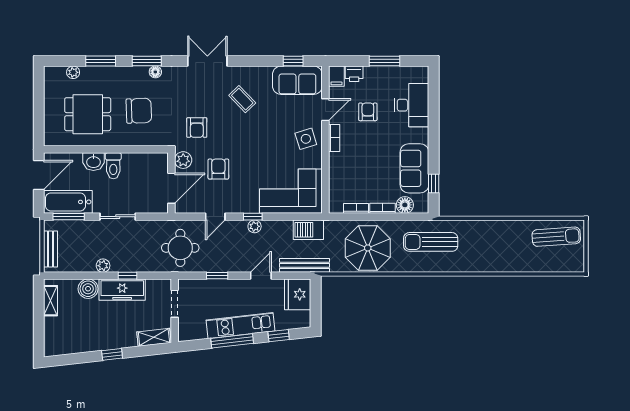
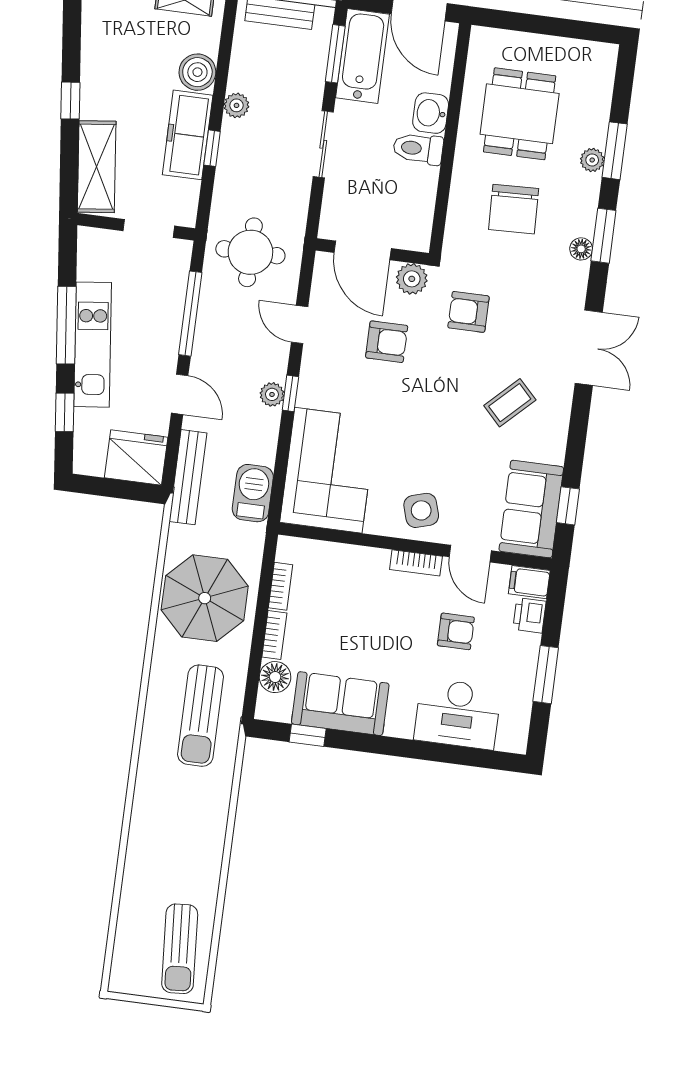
plant: (73, 72) -> (592, 160), moved
sun lounger: (431, 242) -> (201, 716), turned 180
window: (217, 276) -> (190, 314), width x2.17
shelving: (154, 337) -> (97, 167), width x1.50, depth x1.33

